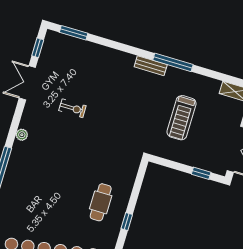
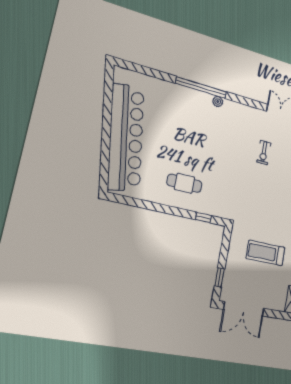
plant: (22, 135) -> (218, 102), moved
window: (127, 222) -> (203, 218), moved

